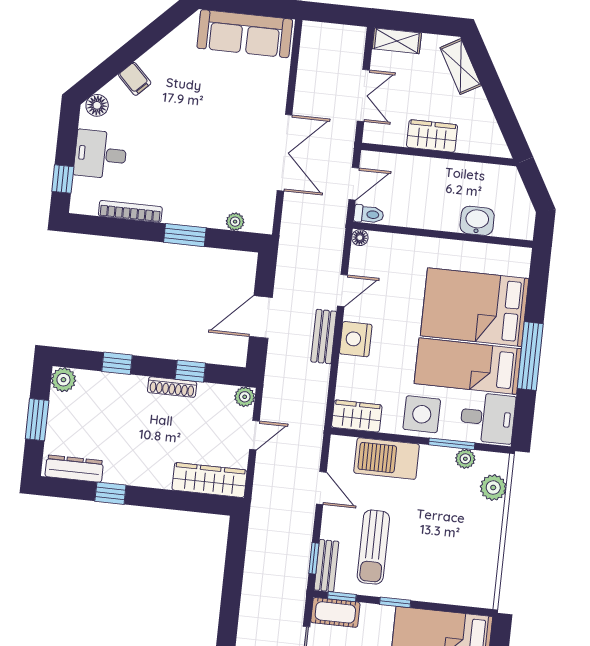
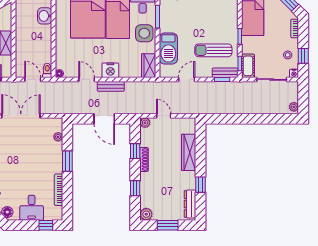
plant: (465, 459) -> (164, 9), removed
wardrobe: (209, 480) -> (189, 152), moved
sun lounger: (373, 547) -> (213, 50), turned 180

